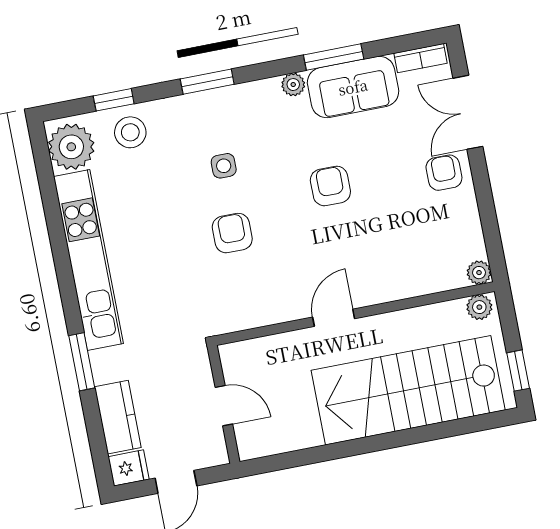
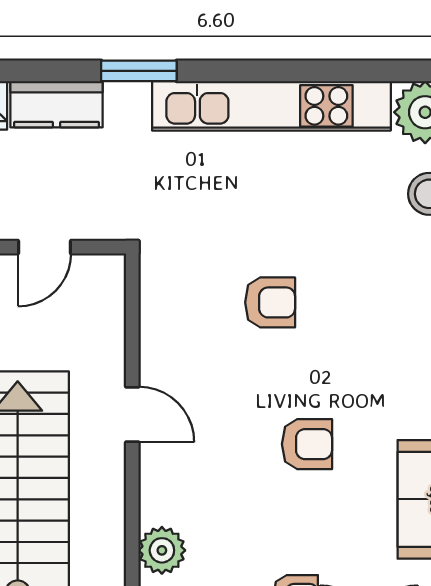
side table: (224, 166) -> (361, 308), removed
plant: (429, 277) -> (162, 550), added

